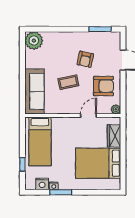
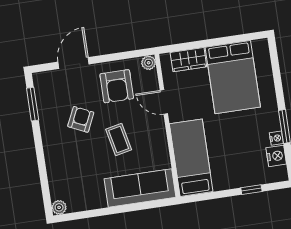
plant: (34, 41) -> (59, 207), width x0.53, depth x0.53
armchair: (85, 59) -> (81, 119), turned -77
armchair: (104, 86) -> (117, 86), turned 180
bed: (40, 141) -> (191, 158), moved, turned -90

